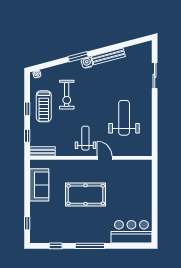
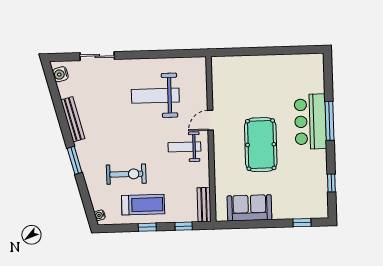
water cooler: (87, 63) -> (60, 74), moved
bar counter: (131, 232) -> (310, 122), moved
window: (90, 246) -> (329, 121), moved

